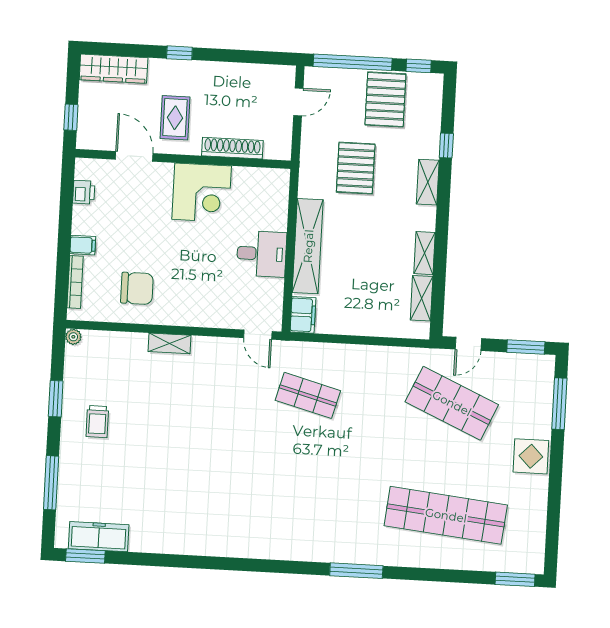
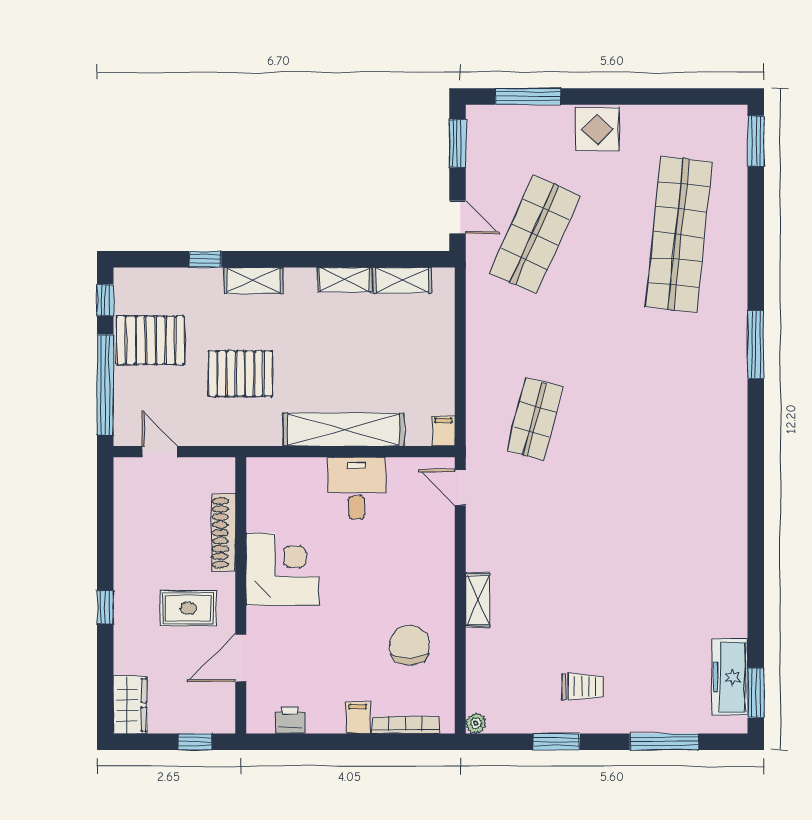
wardrobe: (114, 69) -> (130, 705), width x0.67
filing cabinet: (303, 315) -> (443, 431), width x0.50
door: (258, 335) -> (460, 487), swing flipped

